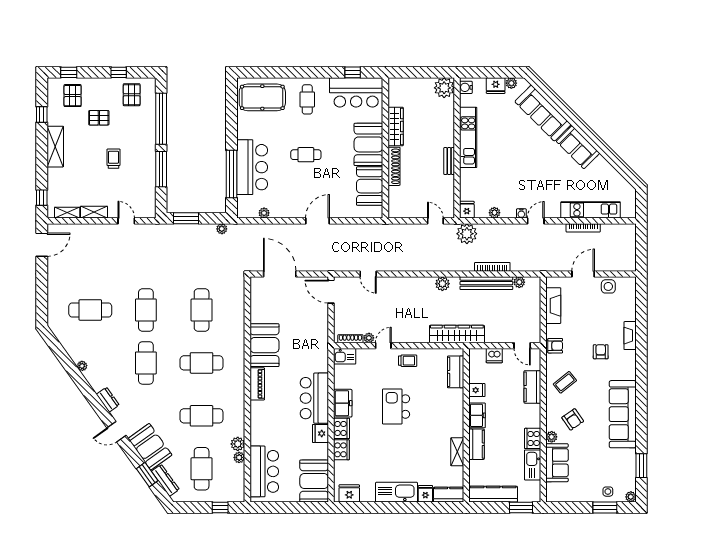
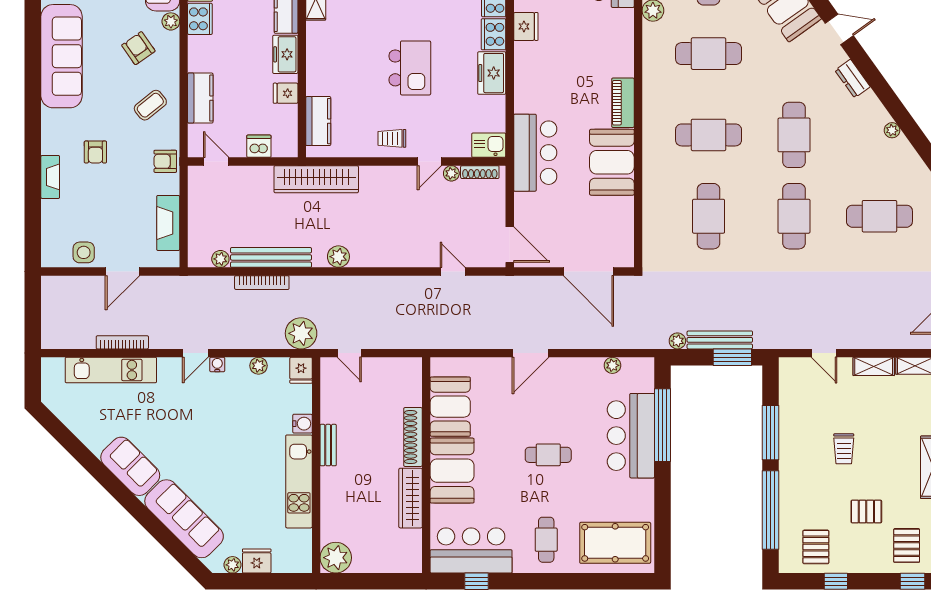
water cooler: (466, 87) -> (302, 424), moved
bench: (194, 229) -> (720, 340), added
bar counter: (314, 398) -> (535, 153), moved

